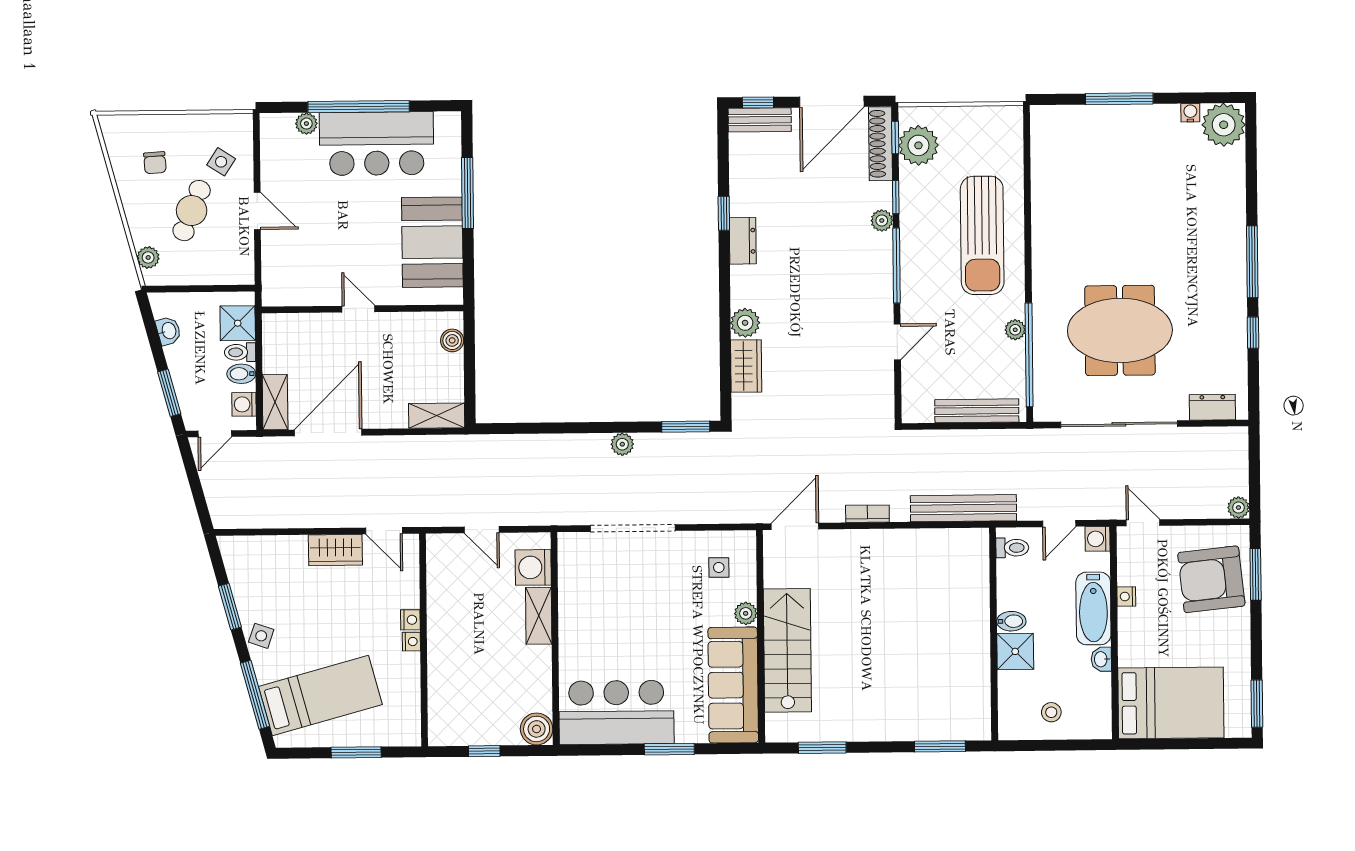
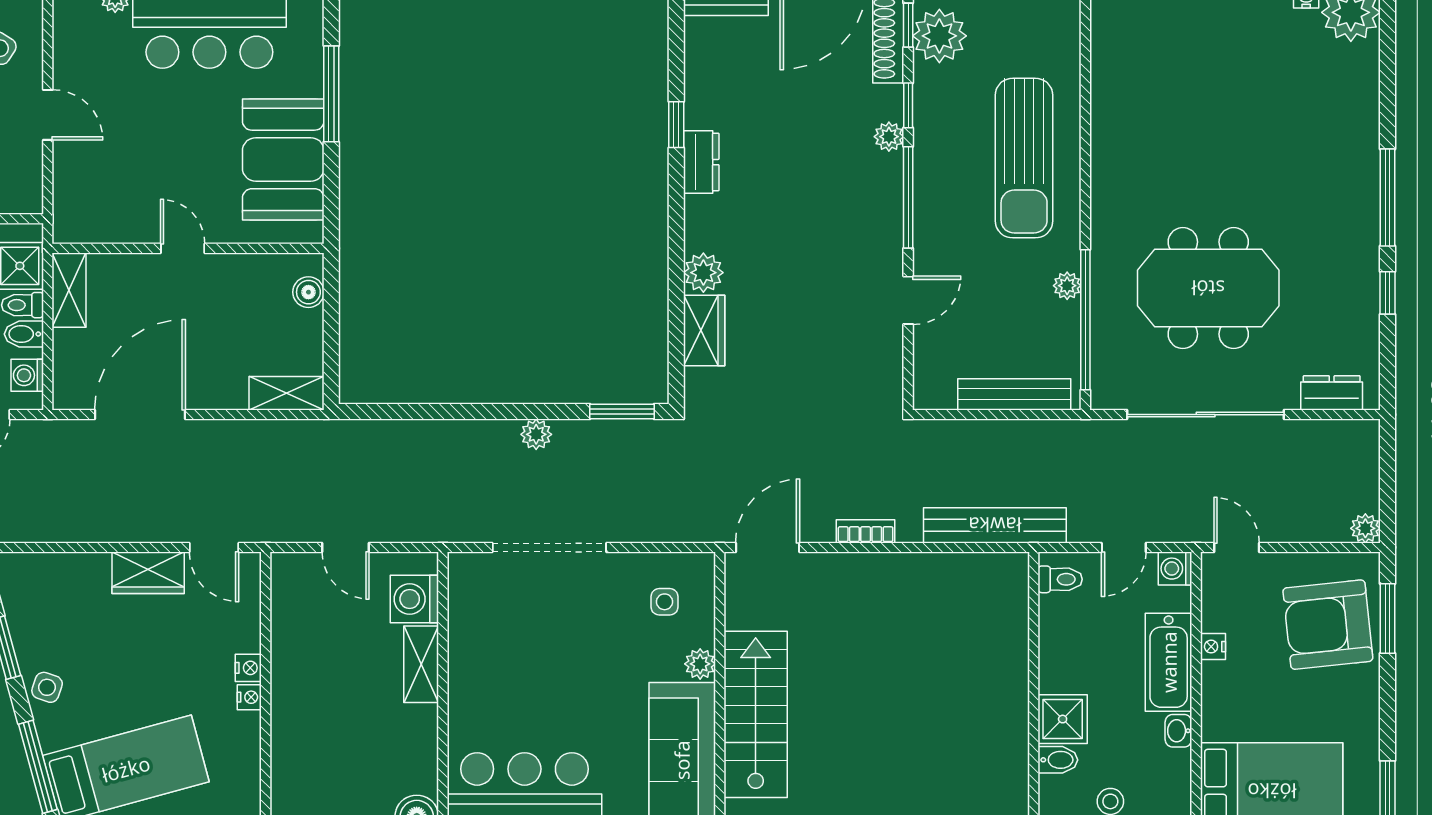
shelving: (275, 402) -> (69, 290), moved
bidet: (1011, 621) -> (1058, 760), moved

